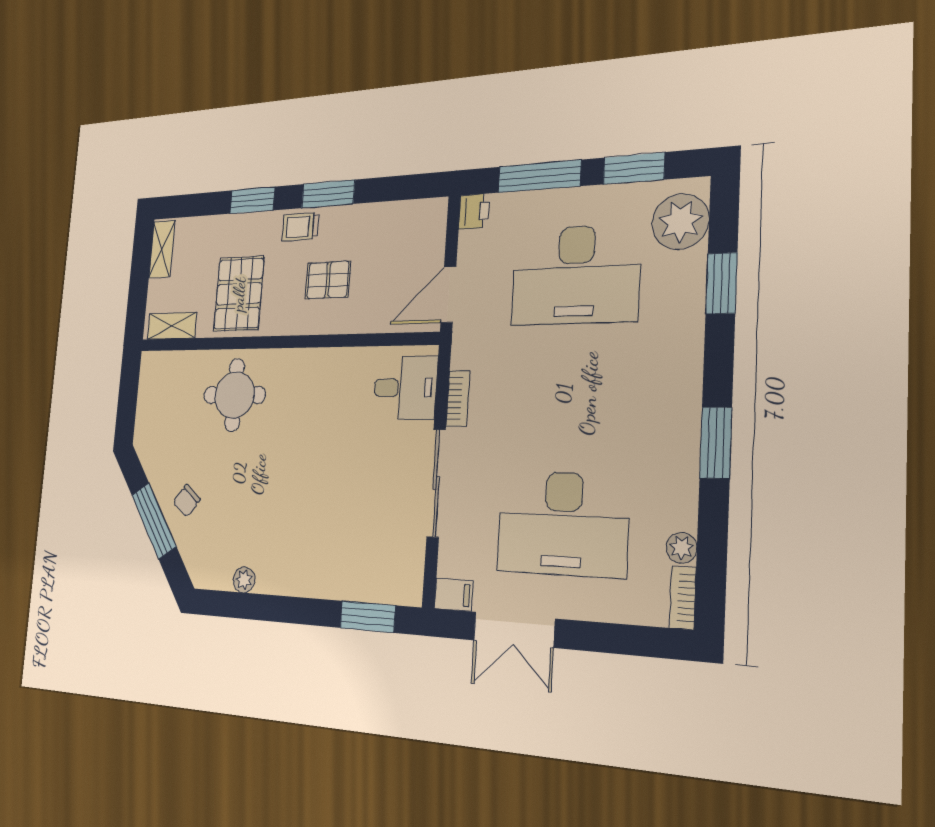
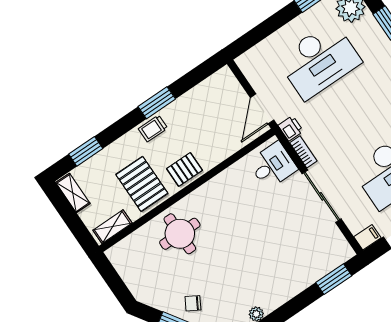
window: (539, 176) -> (268, 27), removed
window: (252, 200) -> (86, 151), moved
printer: (474, 211) -> (291, 128), moved
pallet: (328, 280) -> (184, 169), moved
chair: (187, 501) -> (193, 303), turned 82

